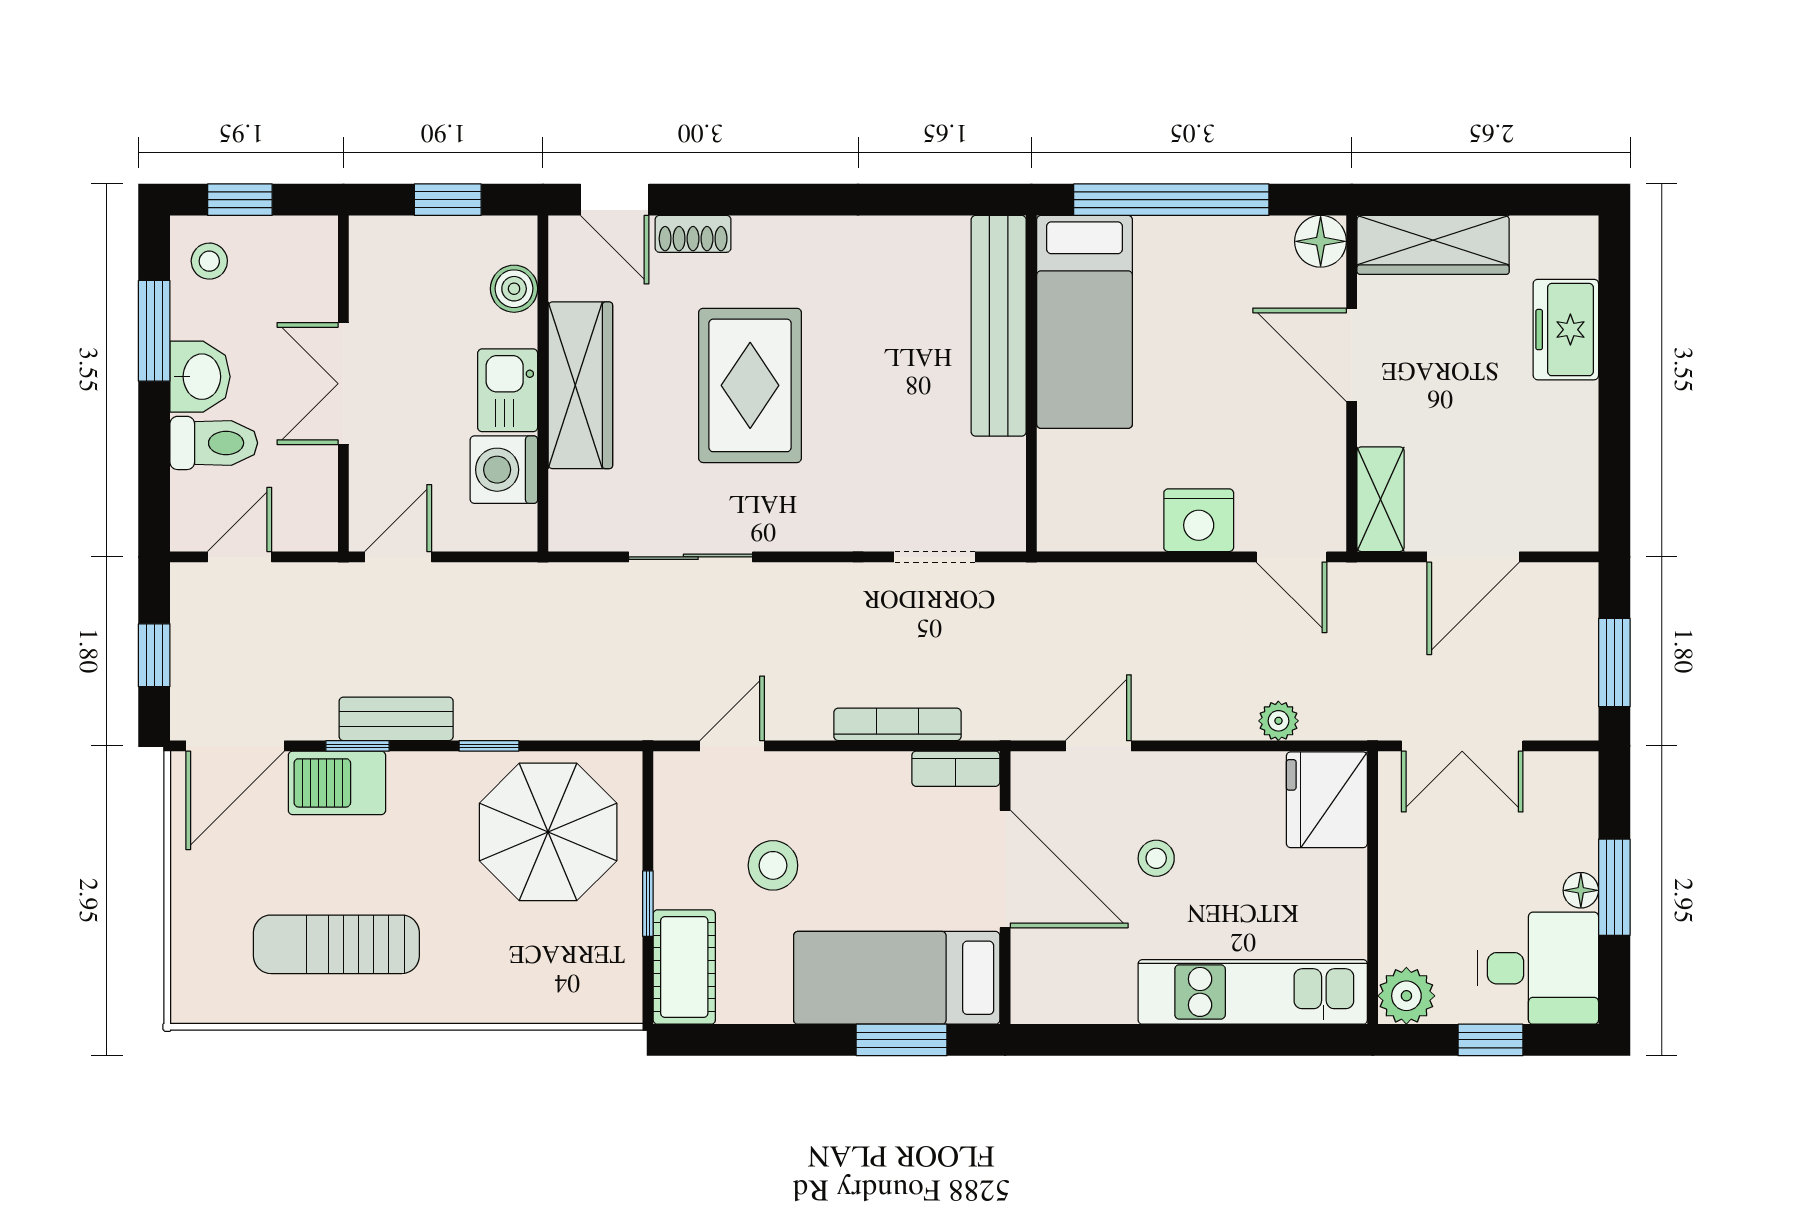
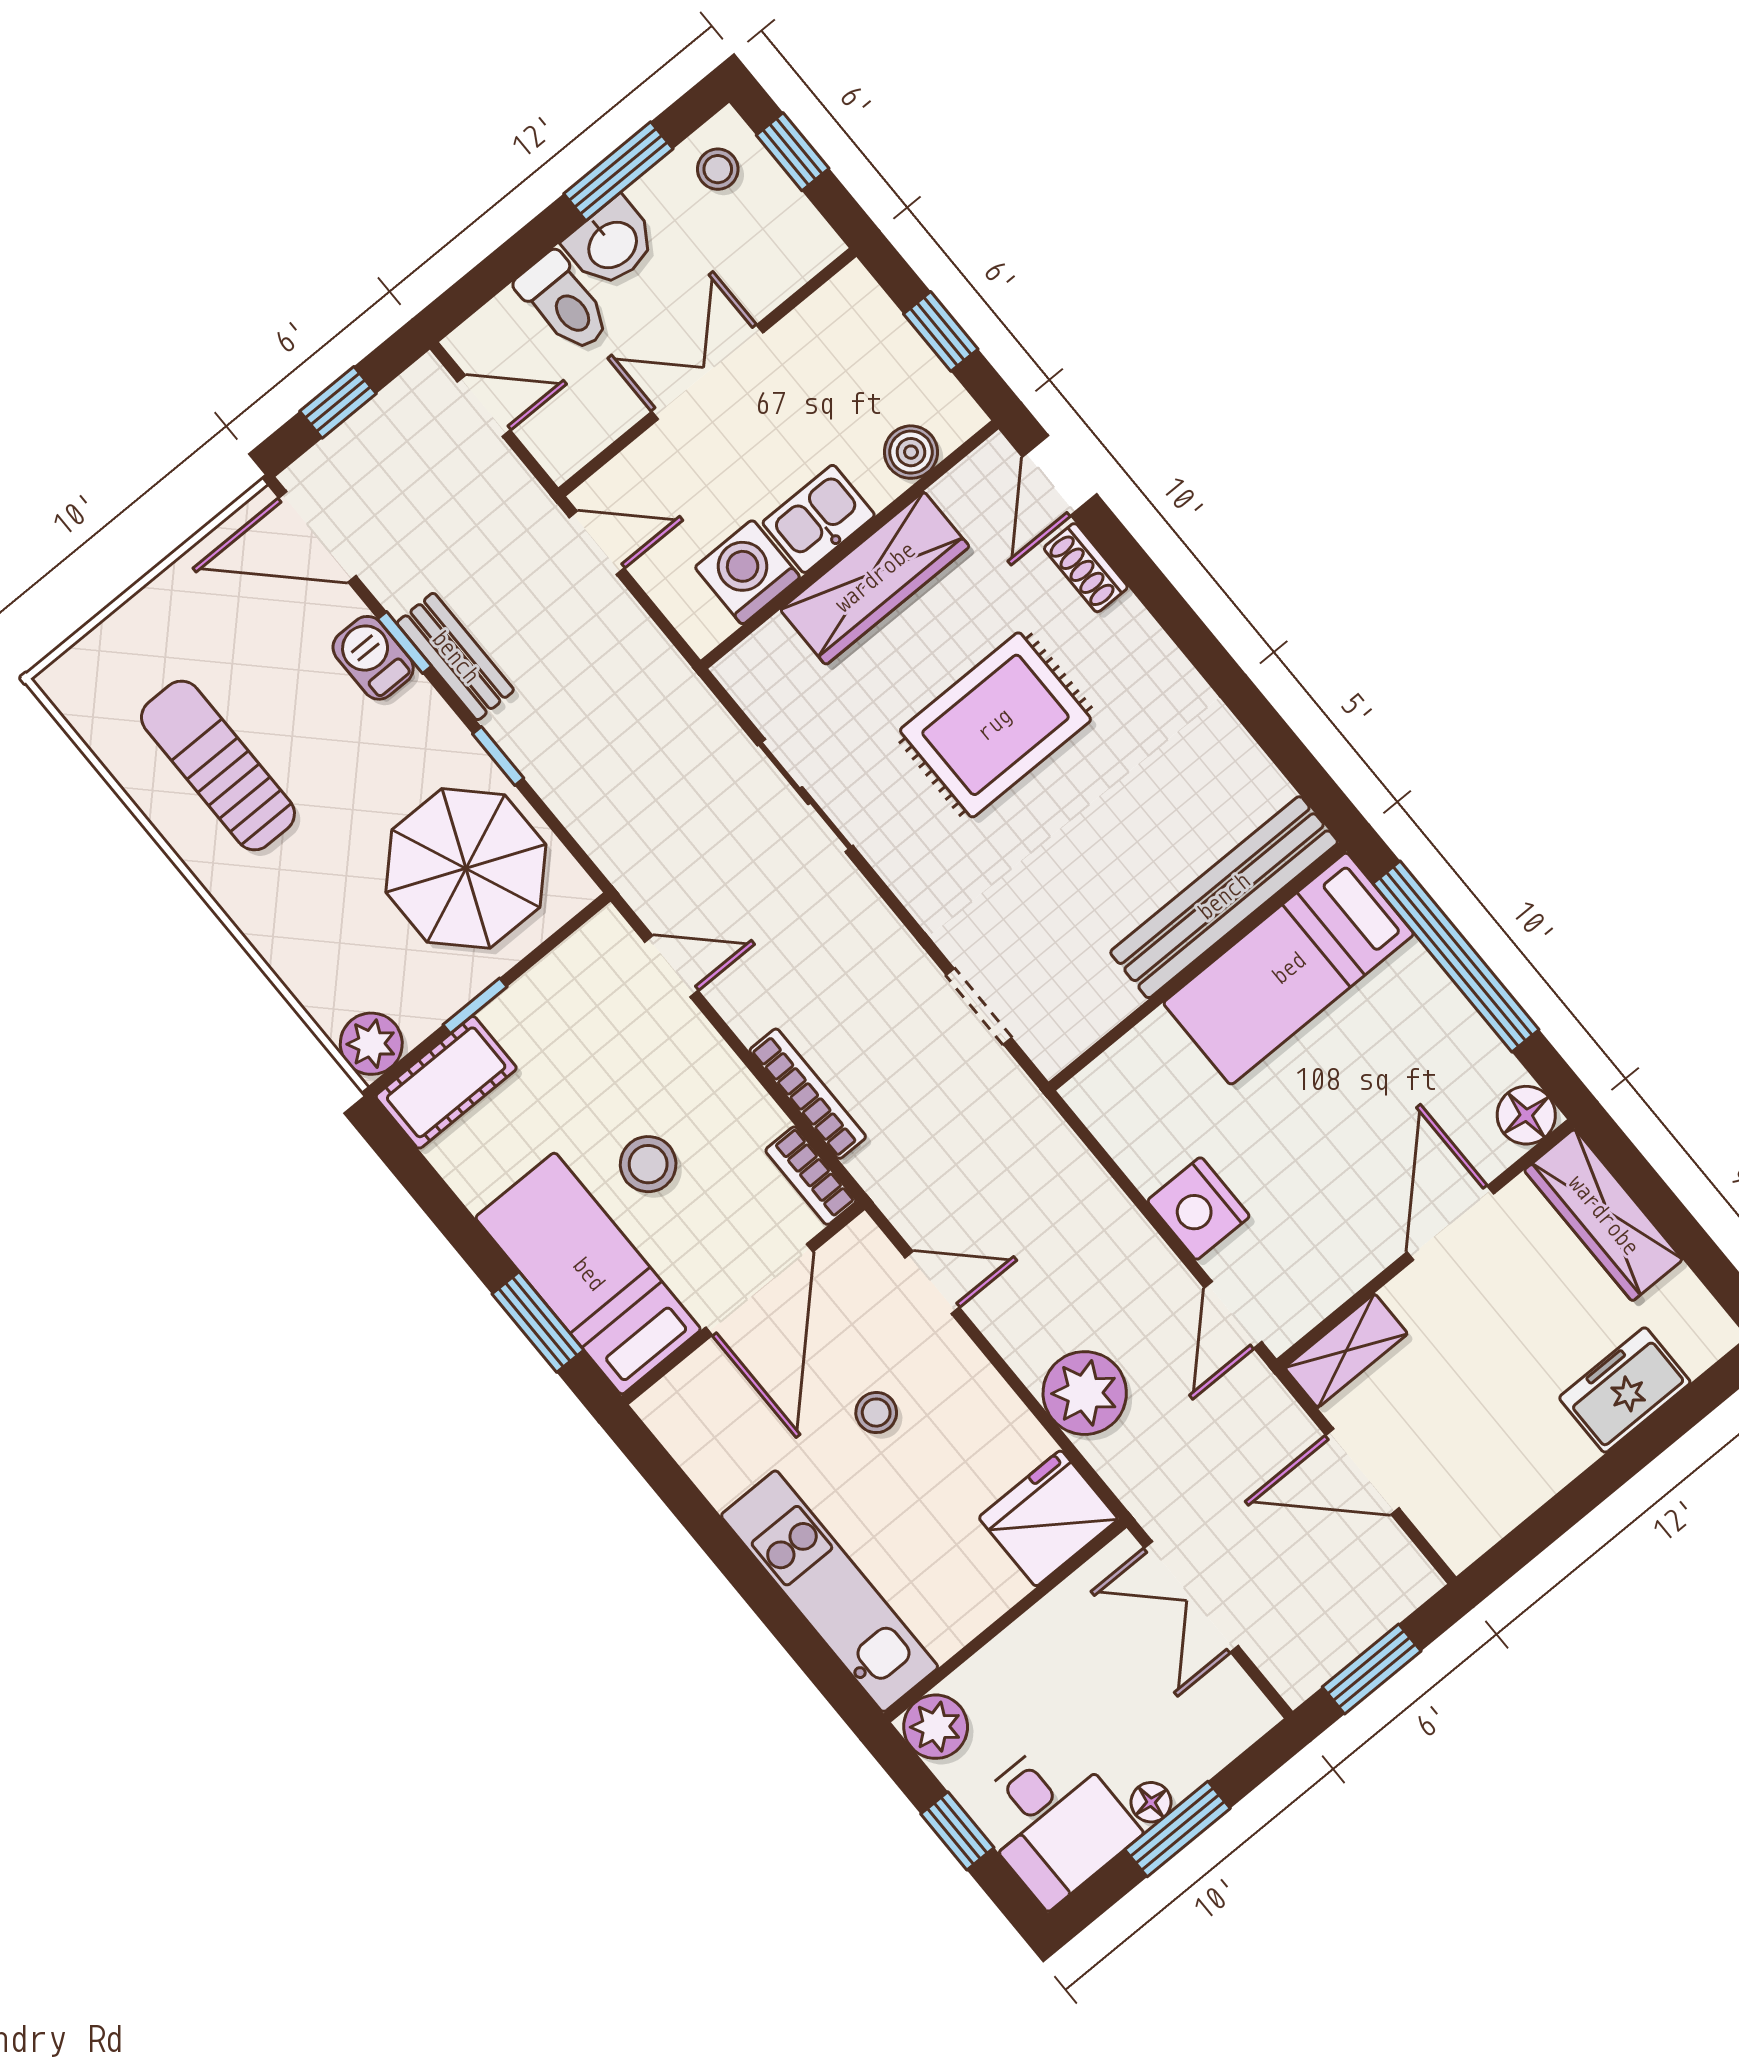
plant: (1278, 721) -> (1085, 1393), width x1.87, depth x1.87
barbecue: (337, 783) -> (373, 658), width x0.73, depth x0.79
stool: (773, 865) -> (648, 1164), moved
plant: (615, 997) -> (371, 1044), added

